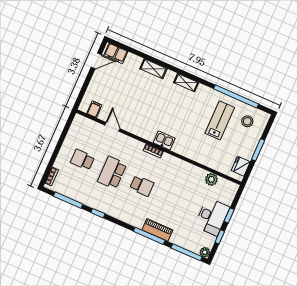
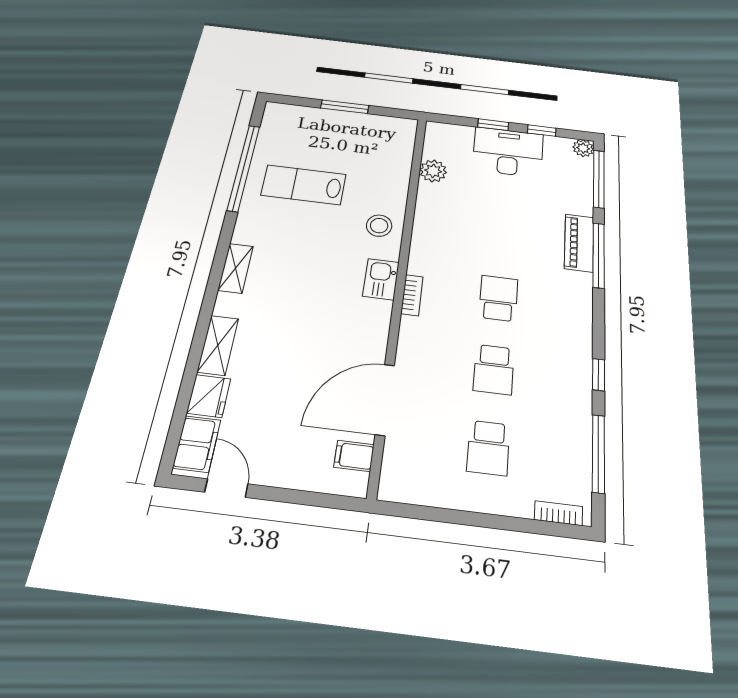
stool: (247, 121) -> (379, 226), moved
door: (112, 127) -> (385, 400), width x1.88
fridge: (241, 166) -> (209, 396), moved, turned -90
school desk: (112, 173) -> (494, 369), width x0.54

